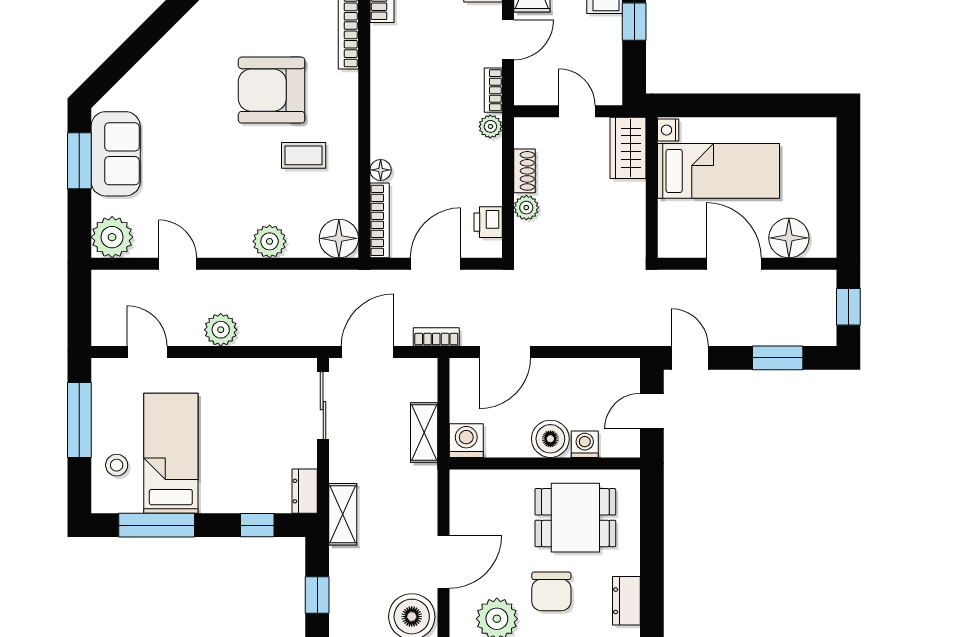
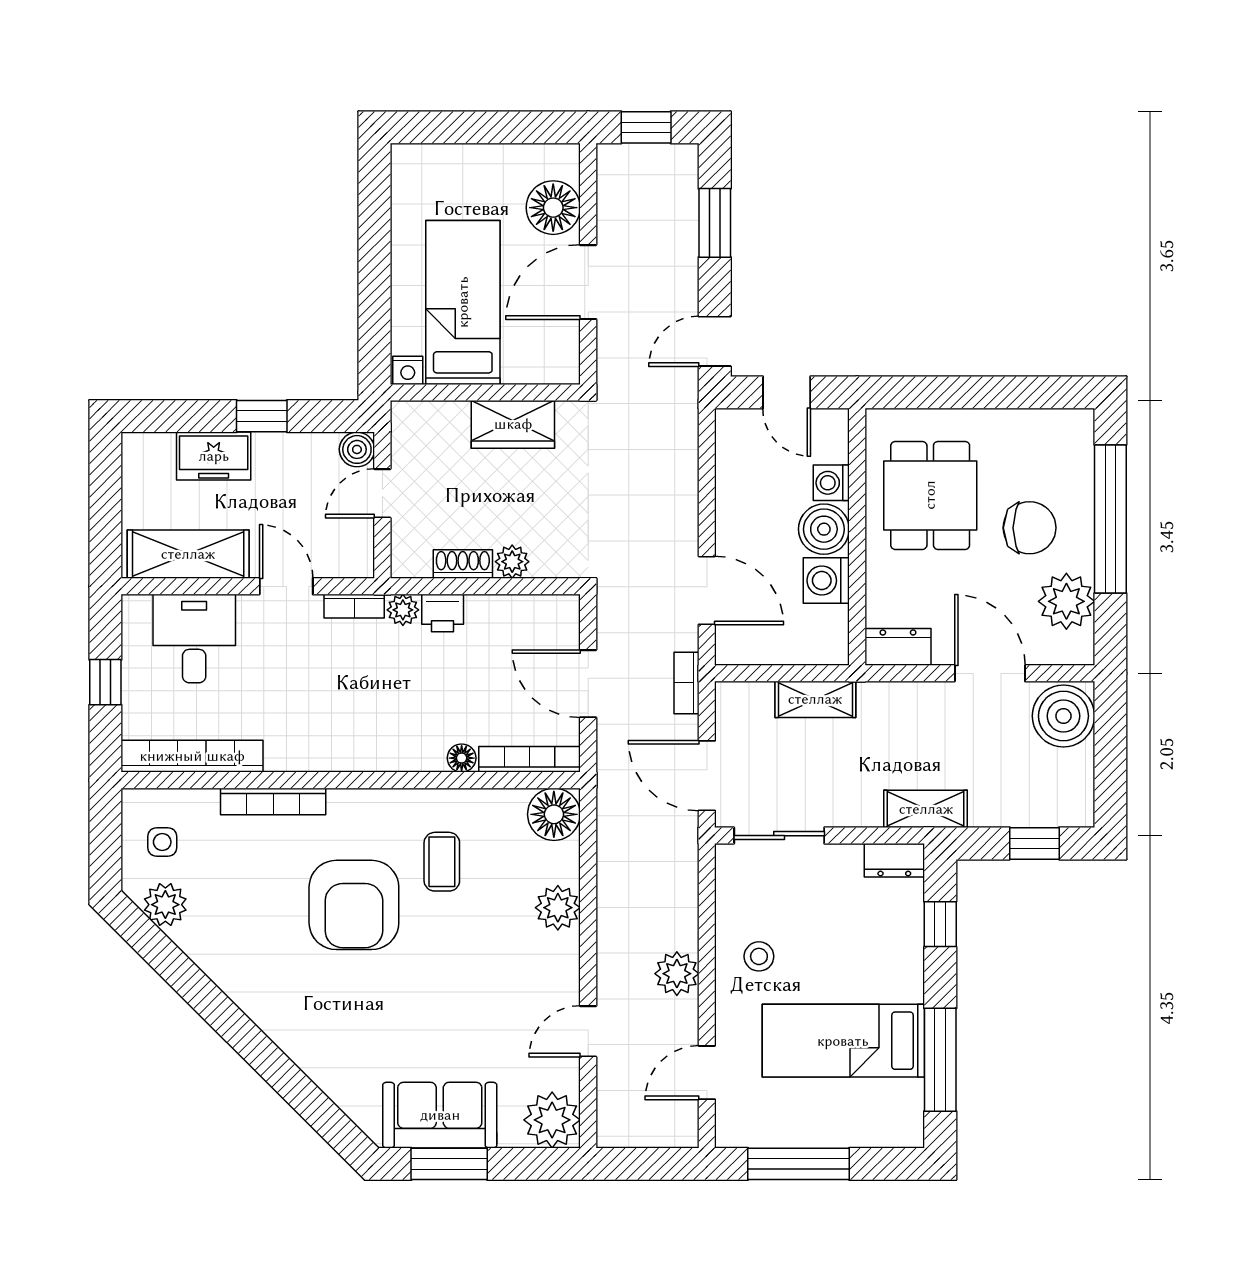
boiler: (609, 92) -> (357, 449), added
wardrobe: (628, 148) -> (513, 424), moved
printer: (488, 222) -> (443, 613), moved
washing machine: (466, 441) -> (826, 581), moved
stool: (117, 465) -> (759, 956), moved
dresser: (626, 601) -> (898, 647), moved, turned 180

